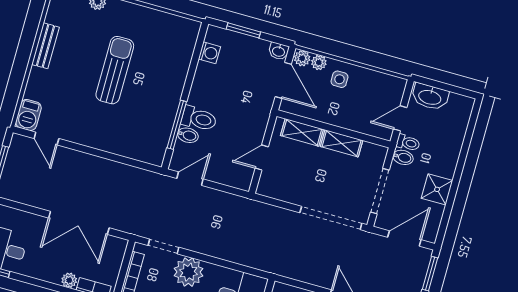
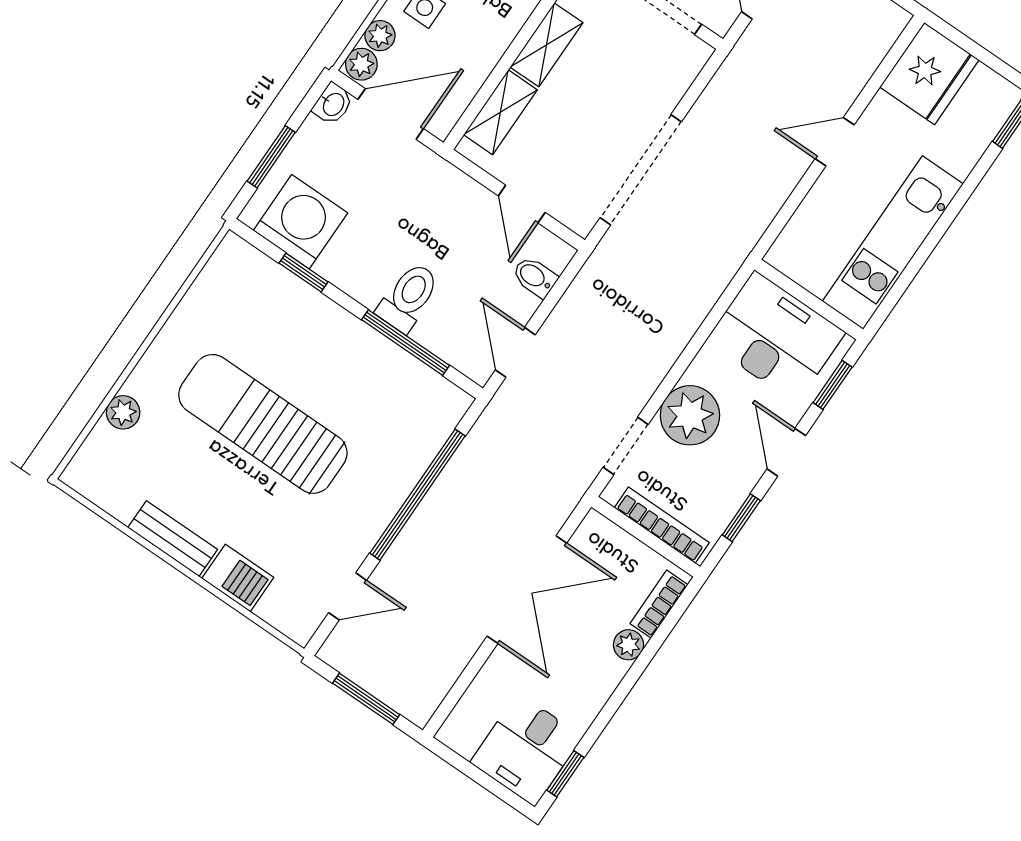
washing machine: (209, 53) -> (300, 222), width x1.89, depth x1.89
window: (194, 65) -> (304, 272), added
sun lounger: (115, 70) -> (263, 424), width x1.36, depth x1.34
barbecue: (28, 115) -> (238, 578), moved
bidet: (188, 135) -> (535, 277), moved, turned -90
window: (106, 155) -> (418, 495), added
doorway: (331, 218) -> (641, 170), moved

